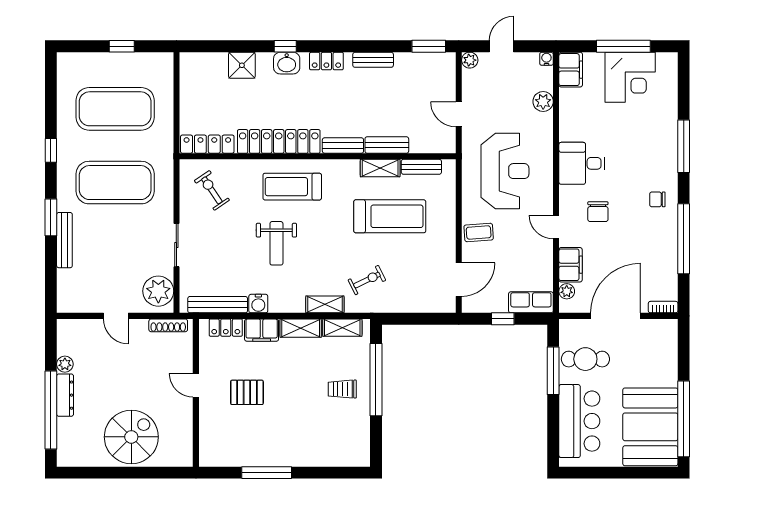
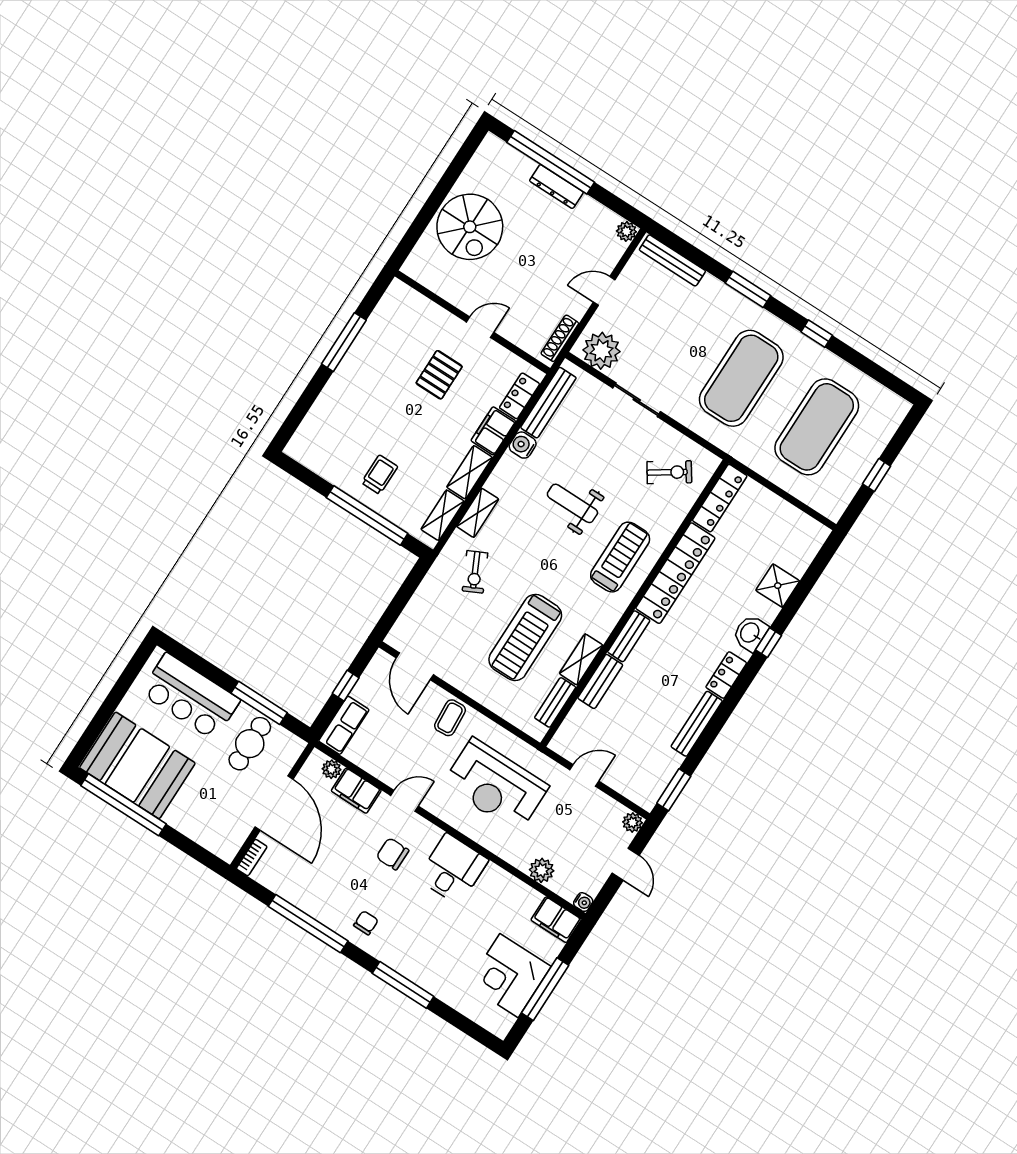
bench: (373, 60) -> (697, 724), width x1.36
bench: (64, 240) -> (672, 260), moved
plant: (65, 364) -> (626, 231), moved

